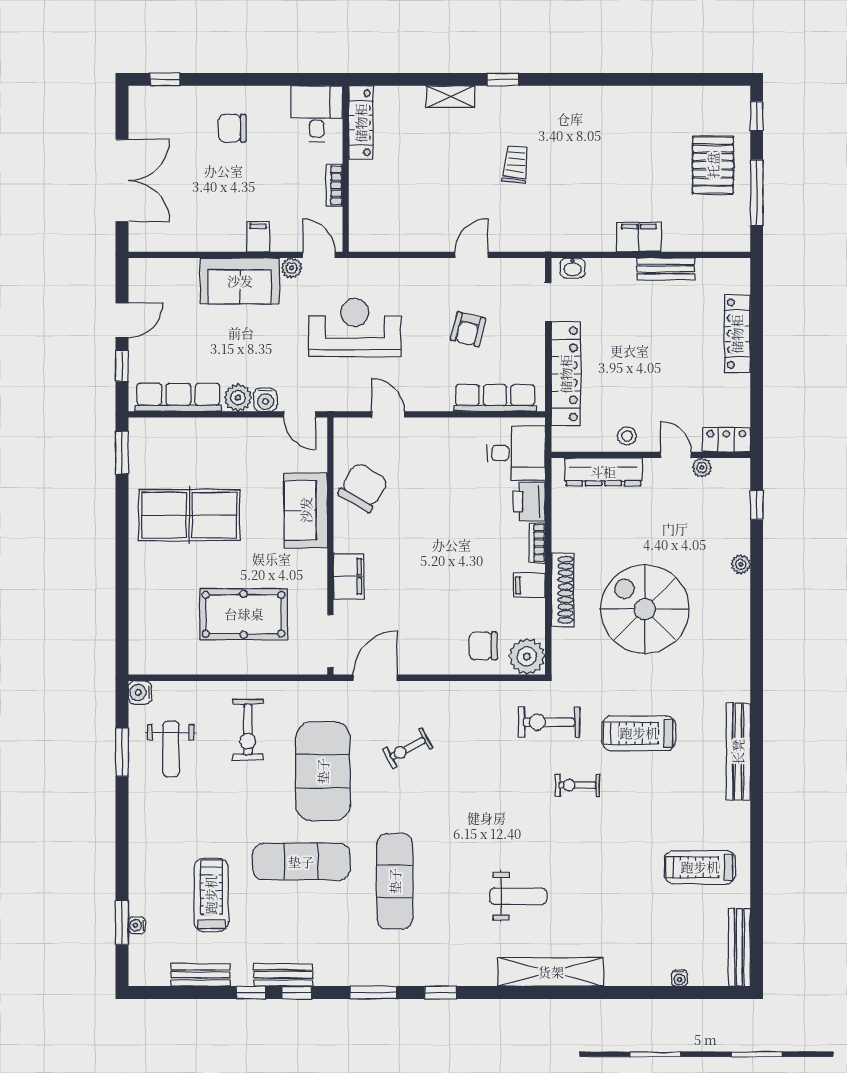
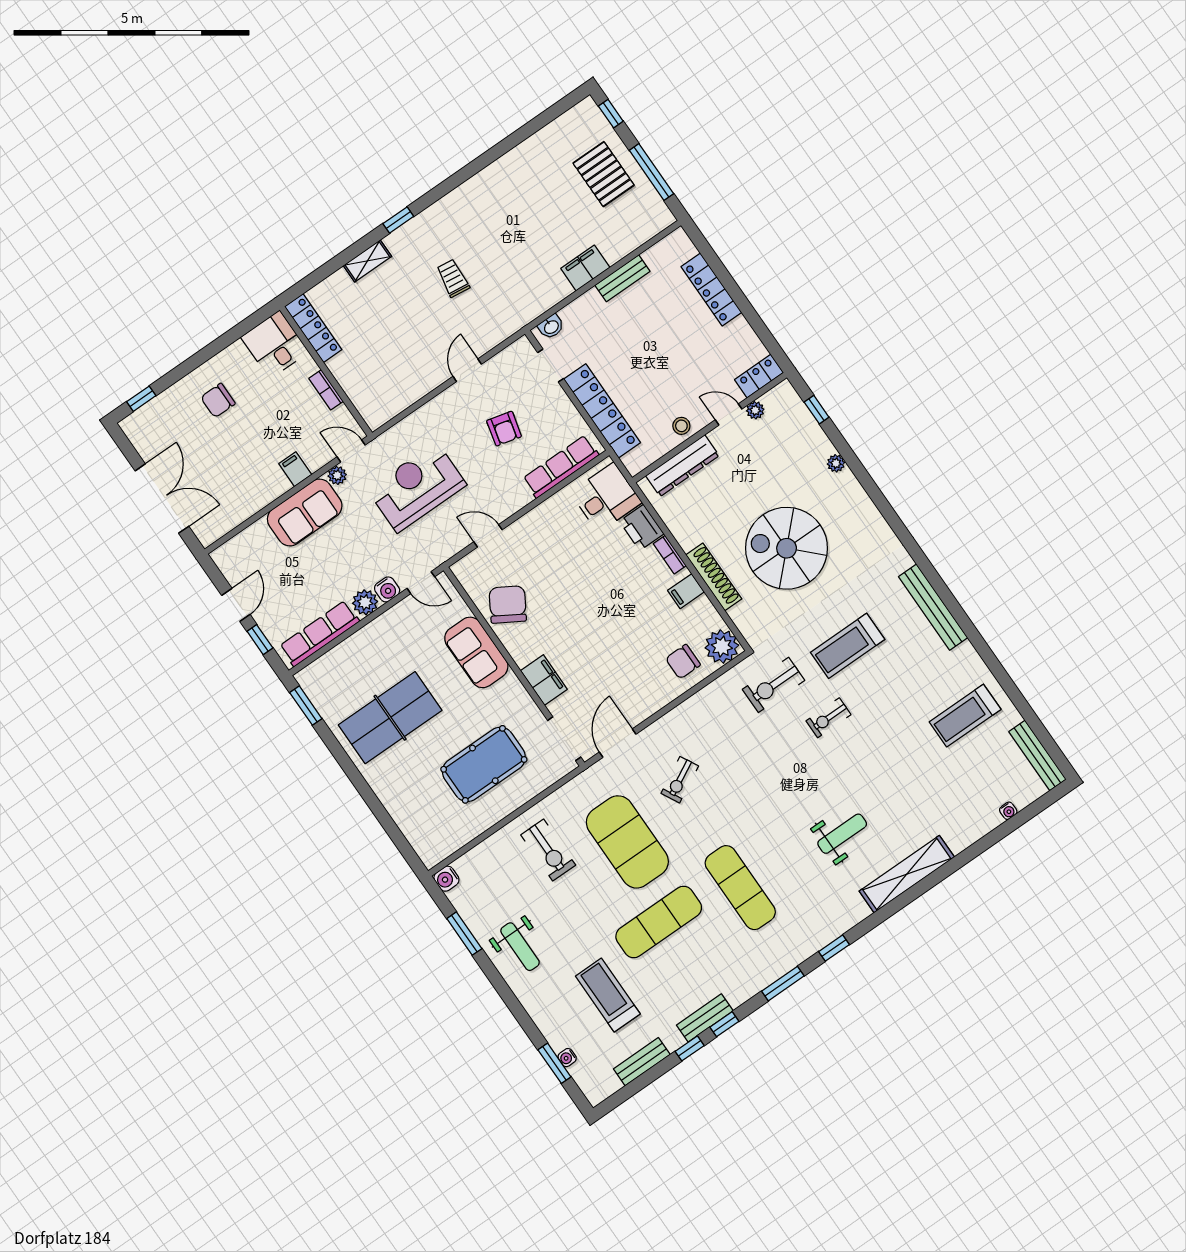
weight bench: (171, 749) -> (520, 947), moved

